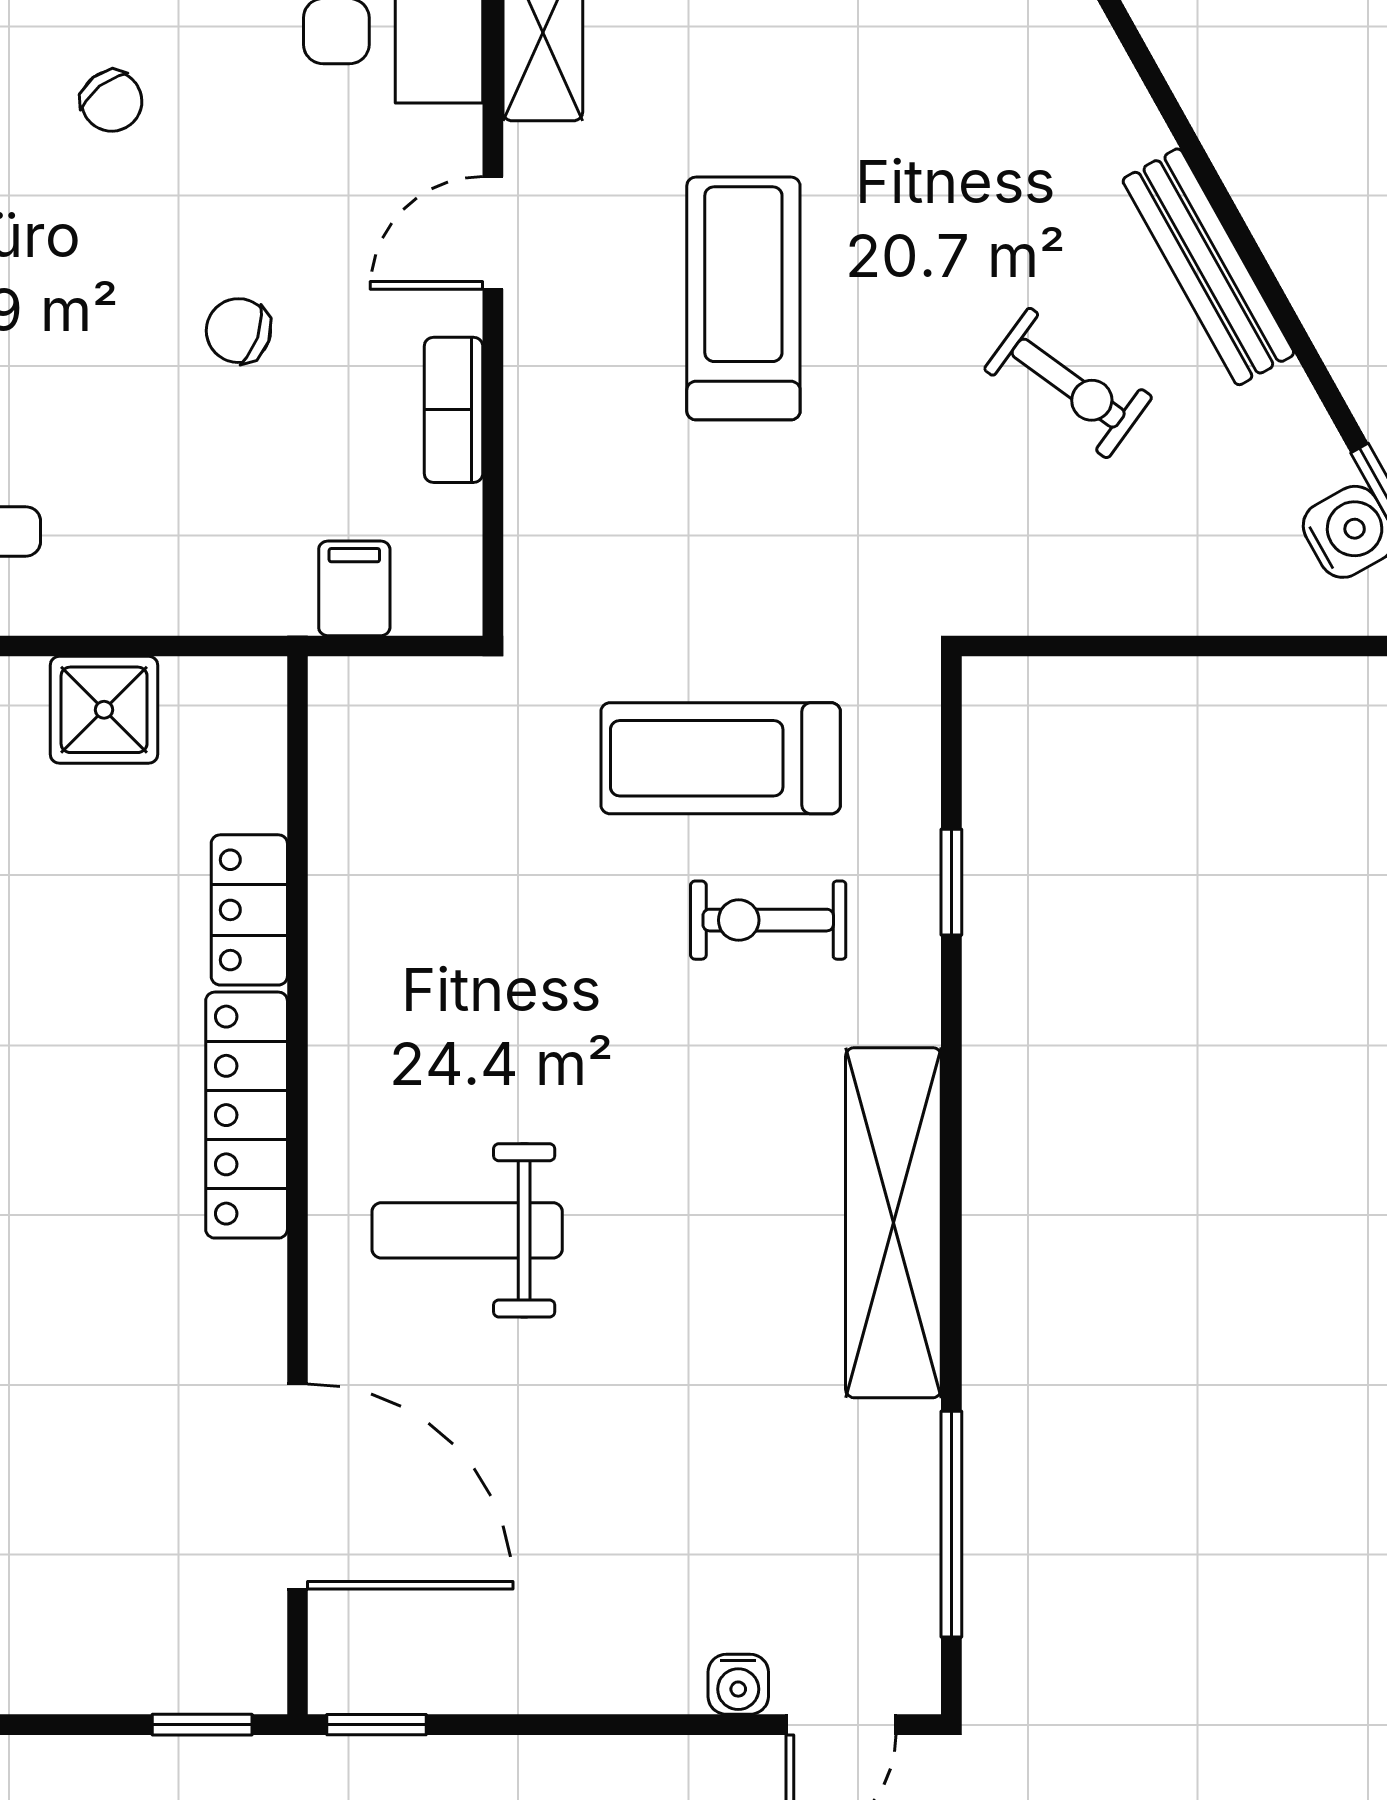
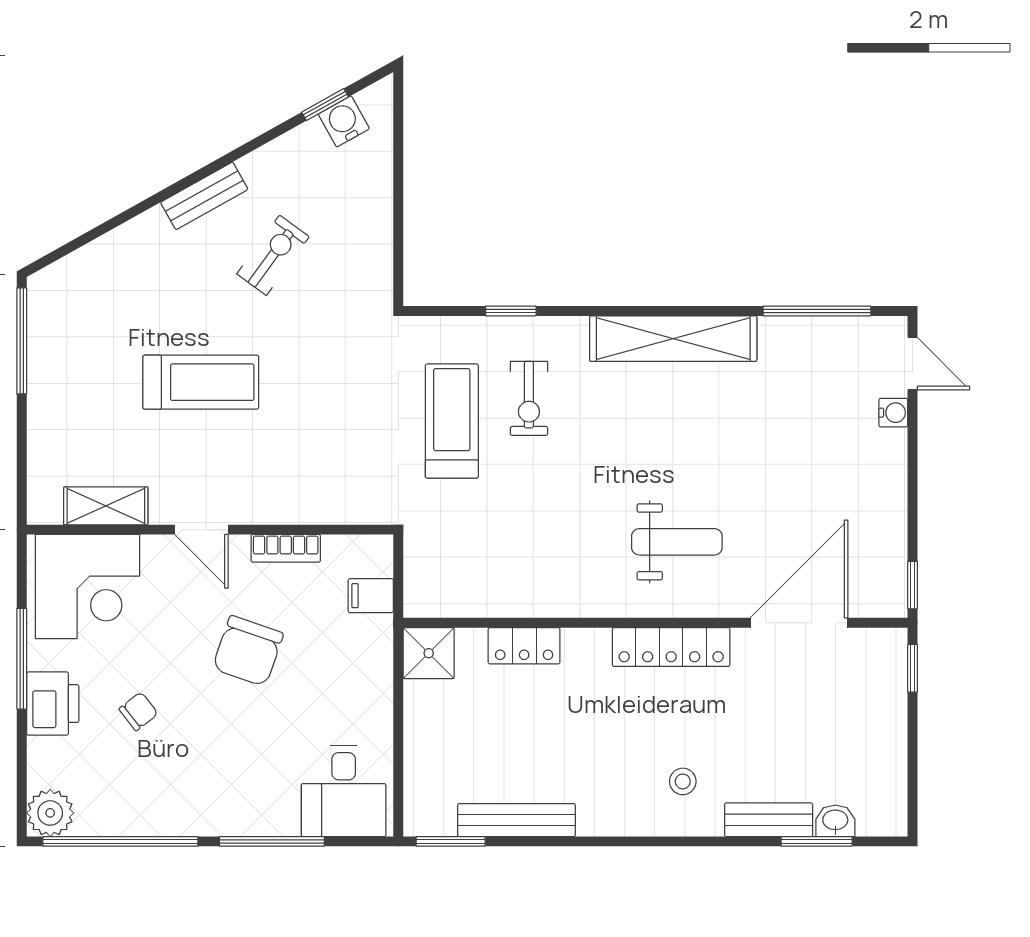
bench: (1208, 267) -> (204, 196), width x0.73
treadmill: (743, 298) -> (201, 382), moved, turned 180
chair: (238, 331) -> (248, 651), width x1.87, depth x1.87
shower: (104, 710) -> (429, 653), moved
treadmill: (721, 758) -> (452, 421), turned 180
locker: (247, 1115) -> (671, 647), moved
weight bench: (467, 1230) -> (677, 542), turned -90

